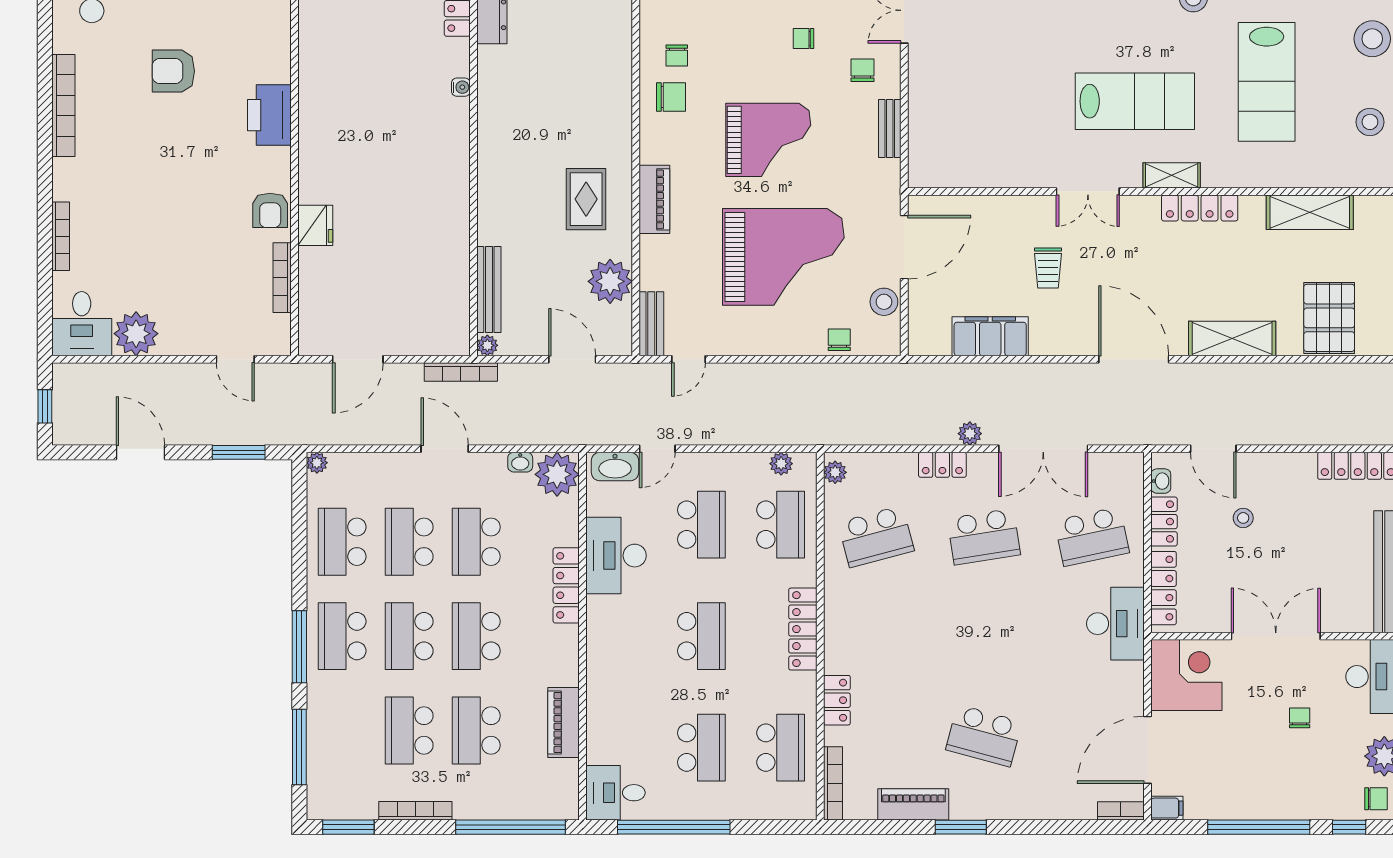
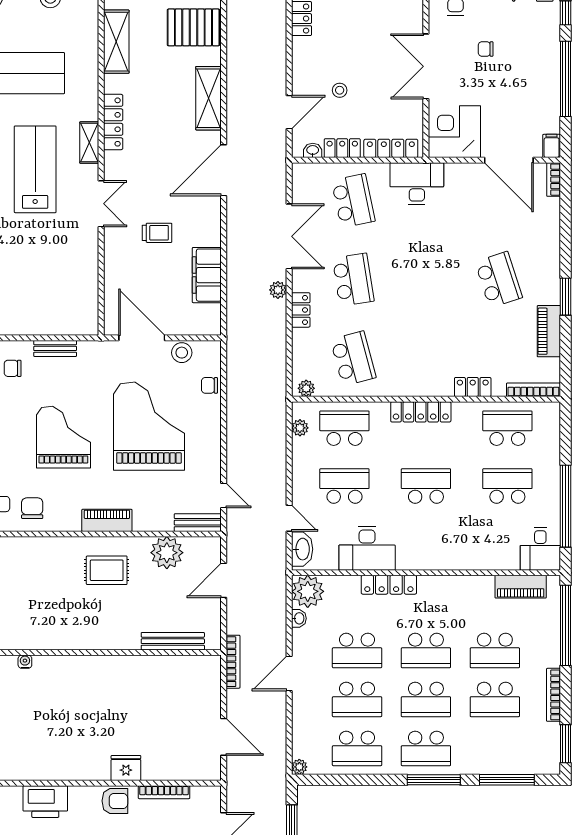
plant: (487, 345) -> (214, 642), removed
piano: (564, 722) -> (521, 587), moved
school desk: (984, 736) -> (499, 280), turned -33

